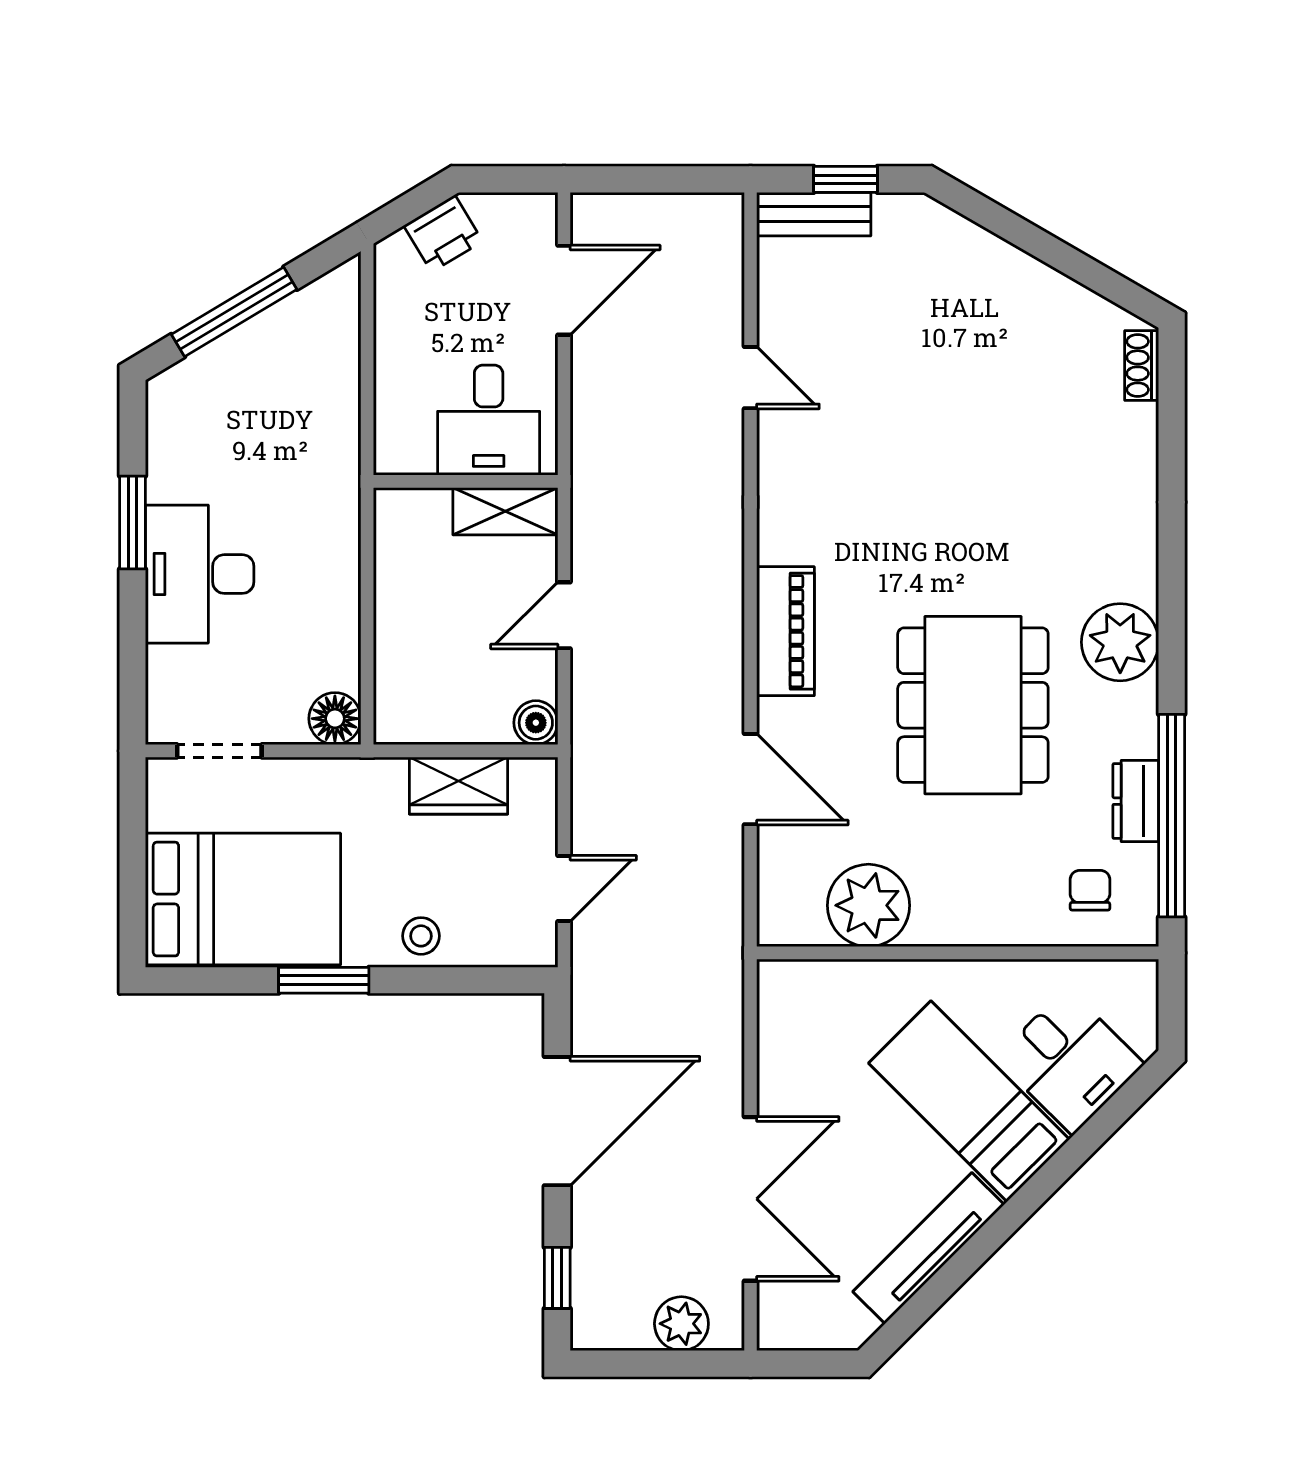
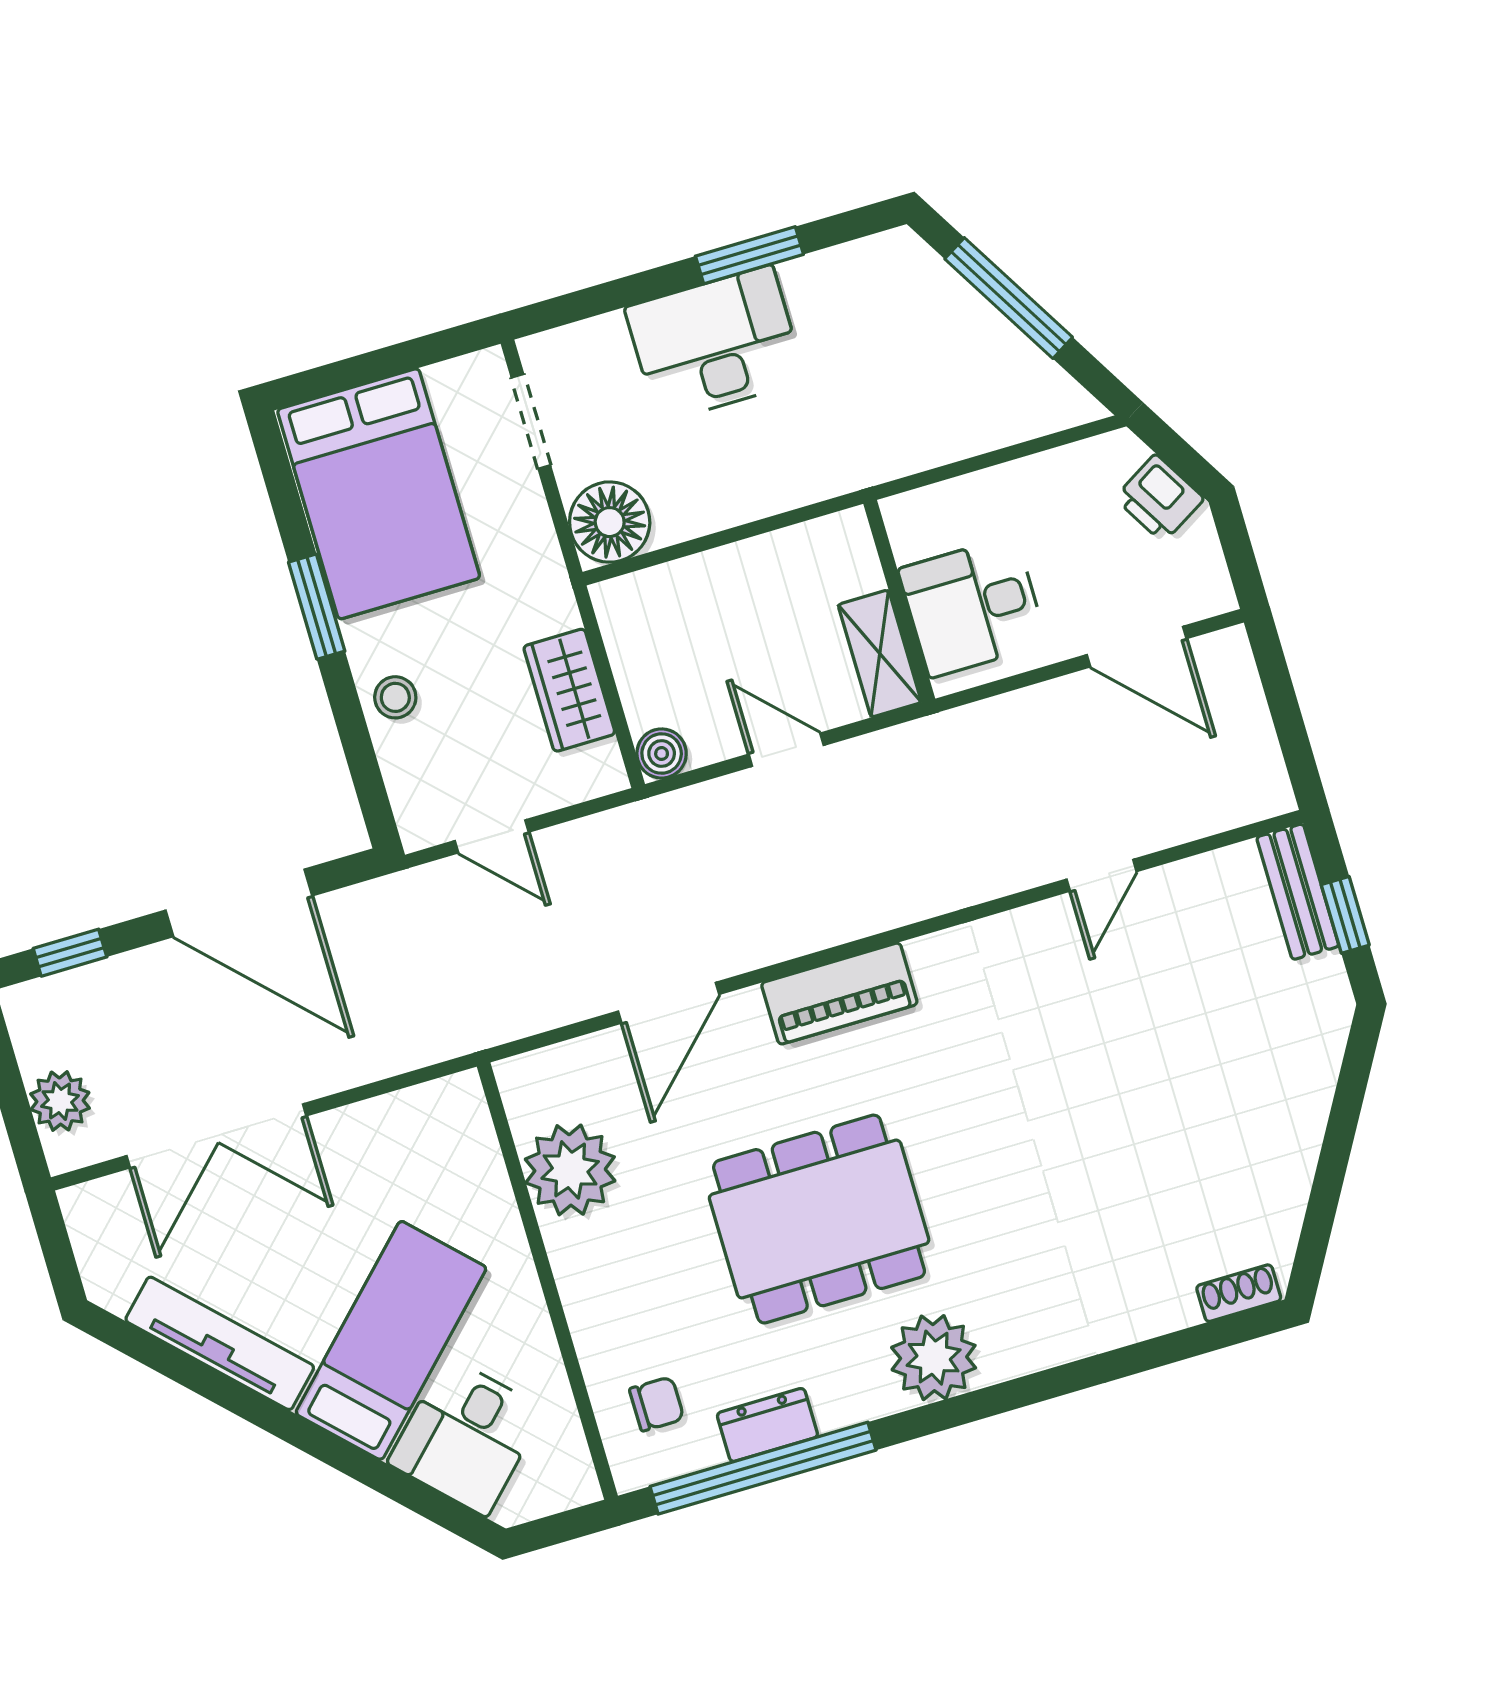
floor lamp: (335, 719) -> (610, 522), width x1.38, depth x1.38

